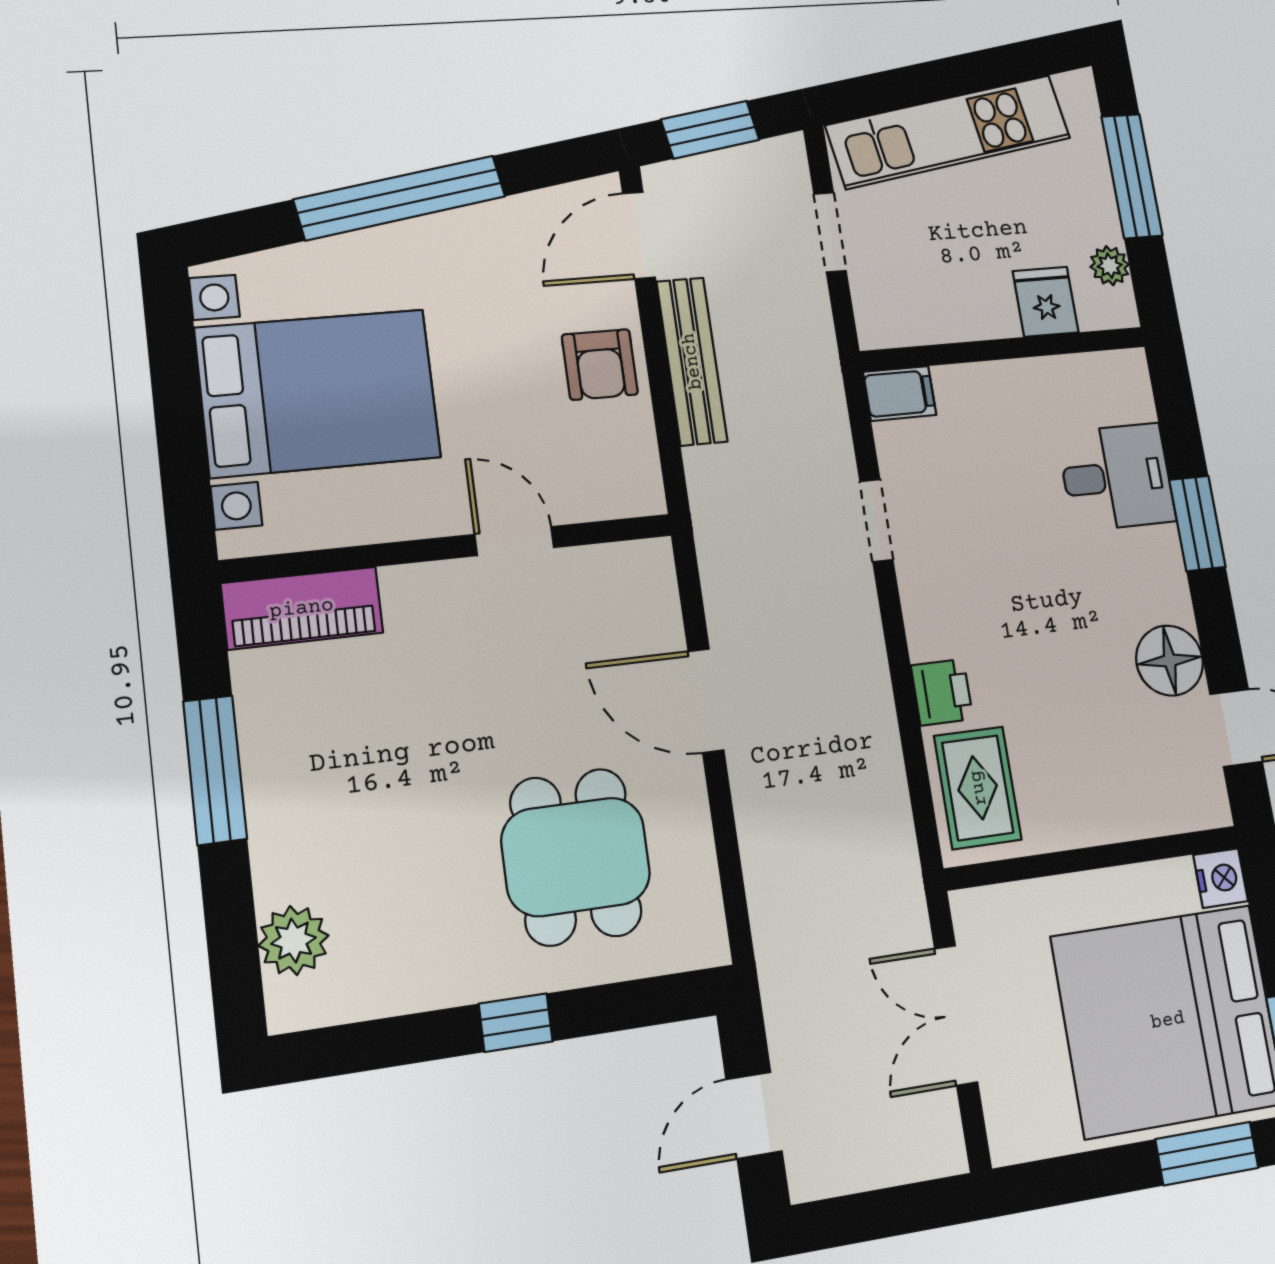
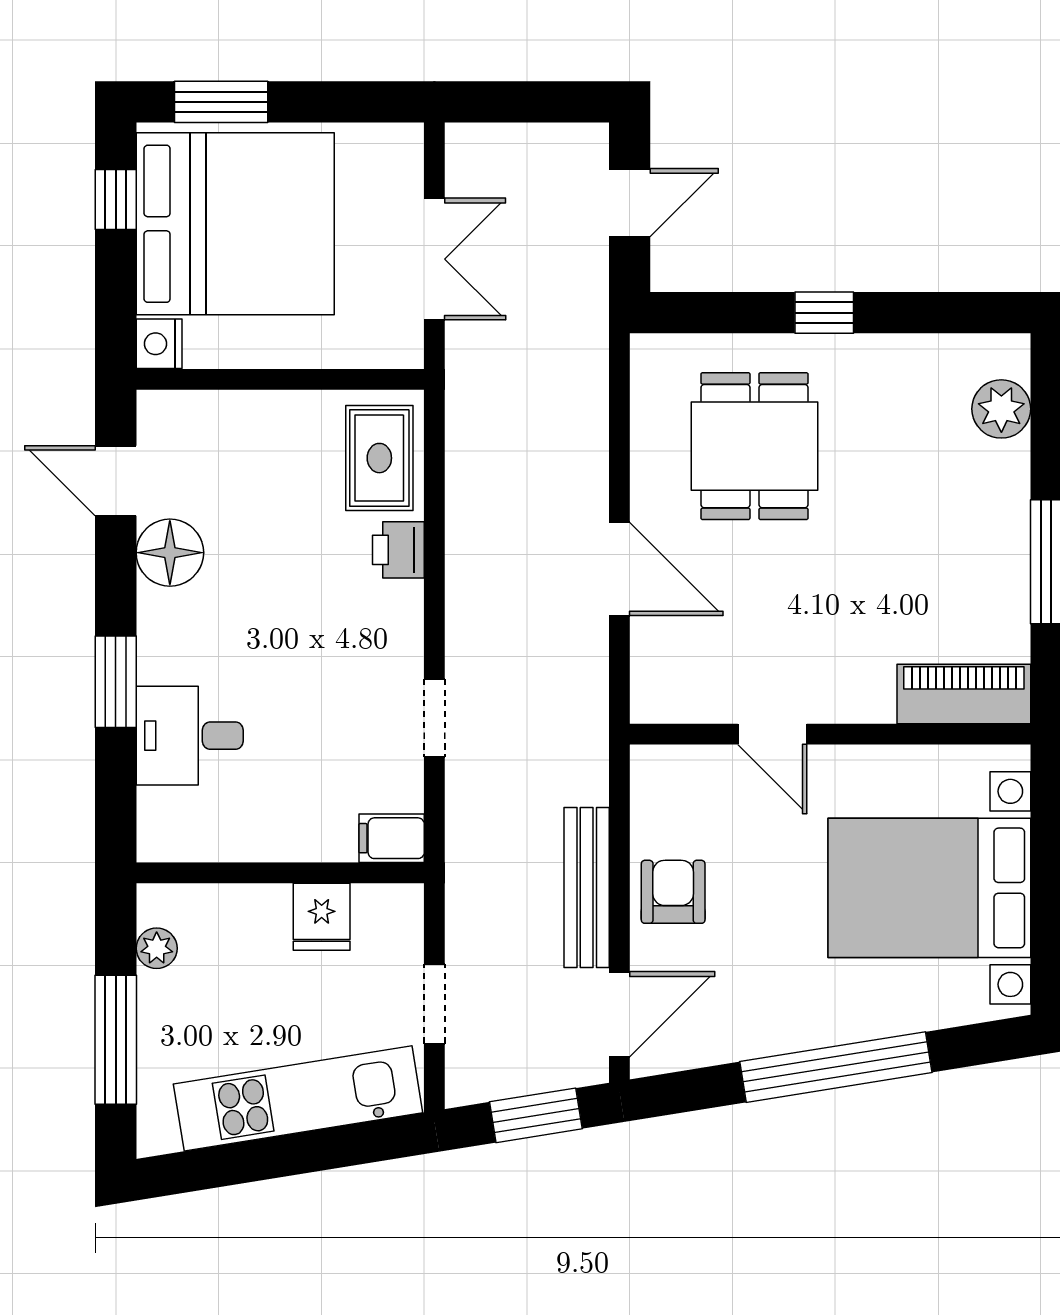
fridge: (1046, 302) -> (322, 917), moved

